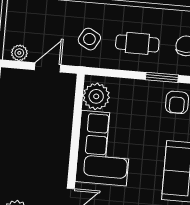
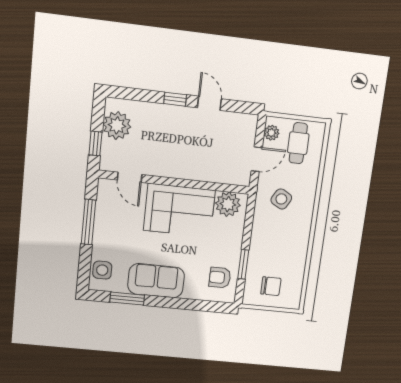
cafe table: (137, 43) -> (298, 143), moved
door: (48, 67) -> (257, 159), hinge flipped

